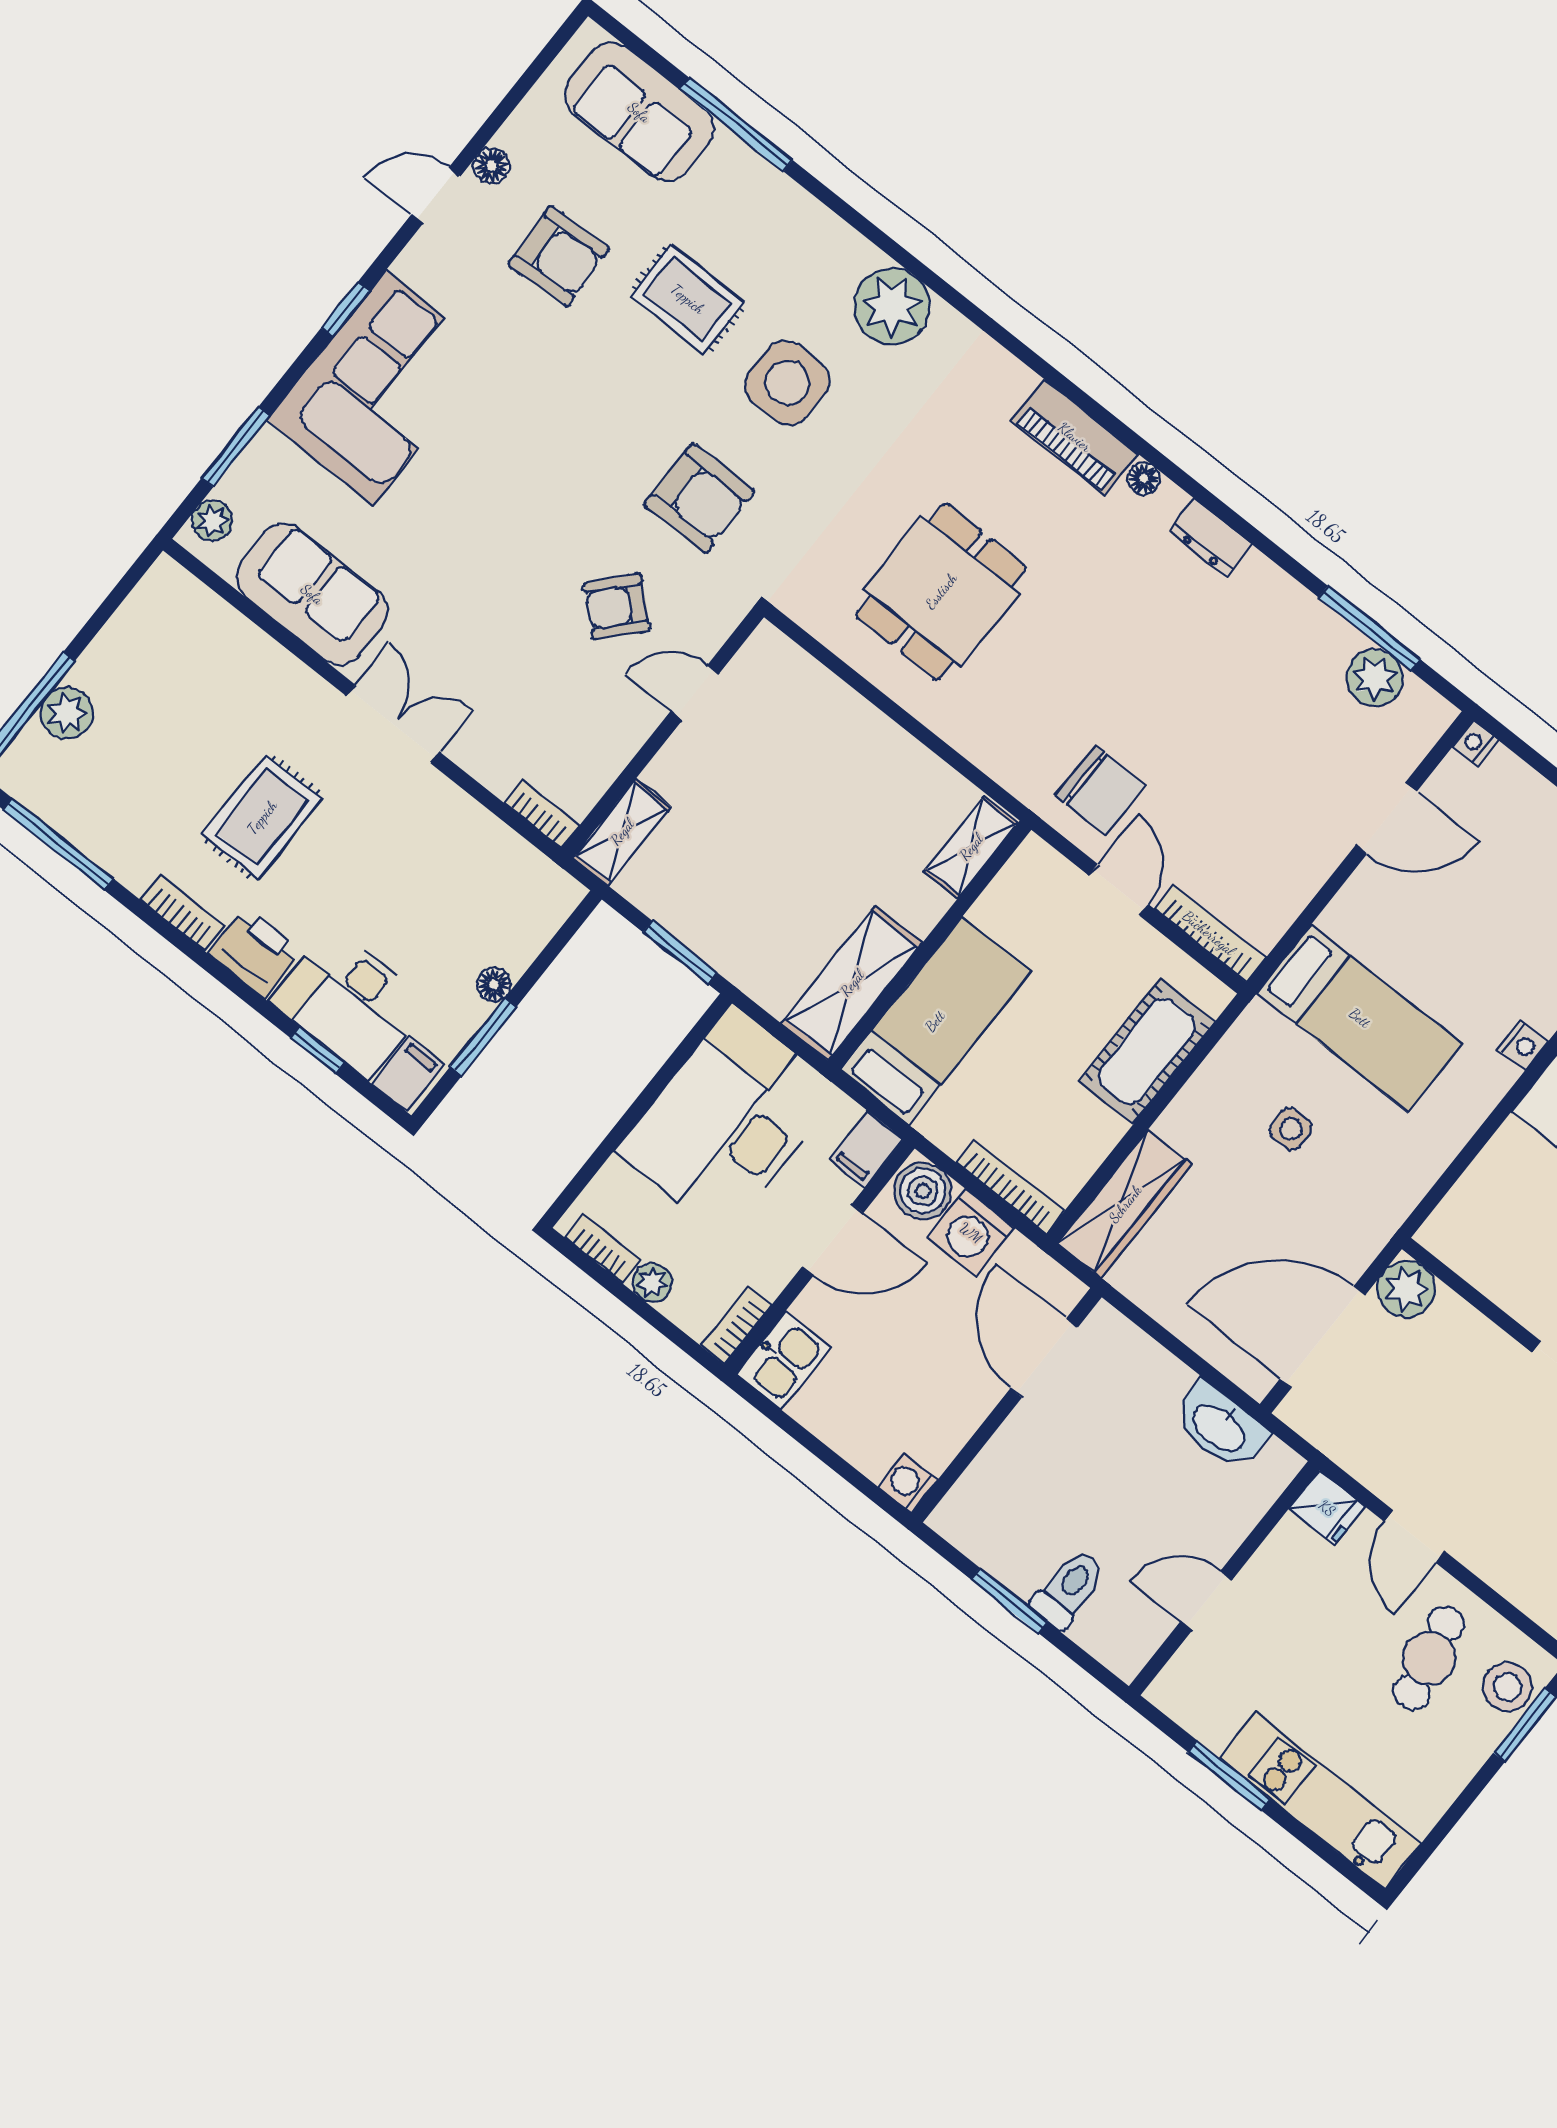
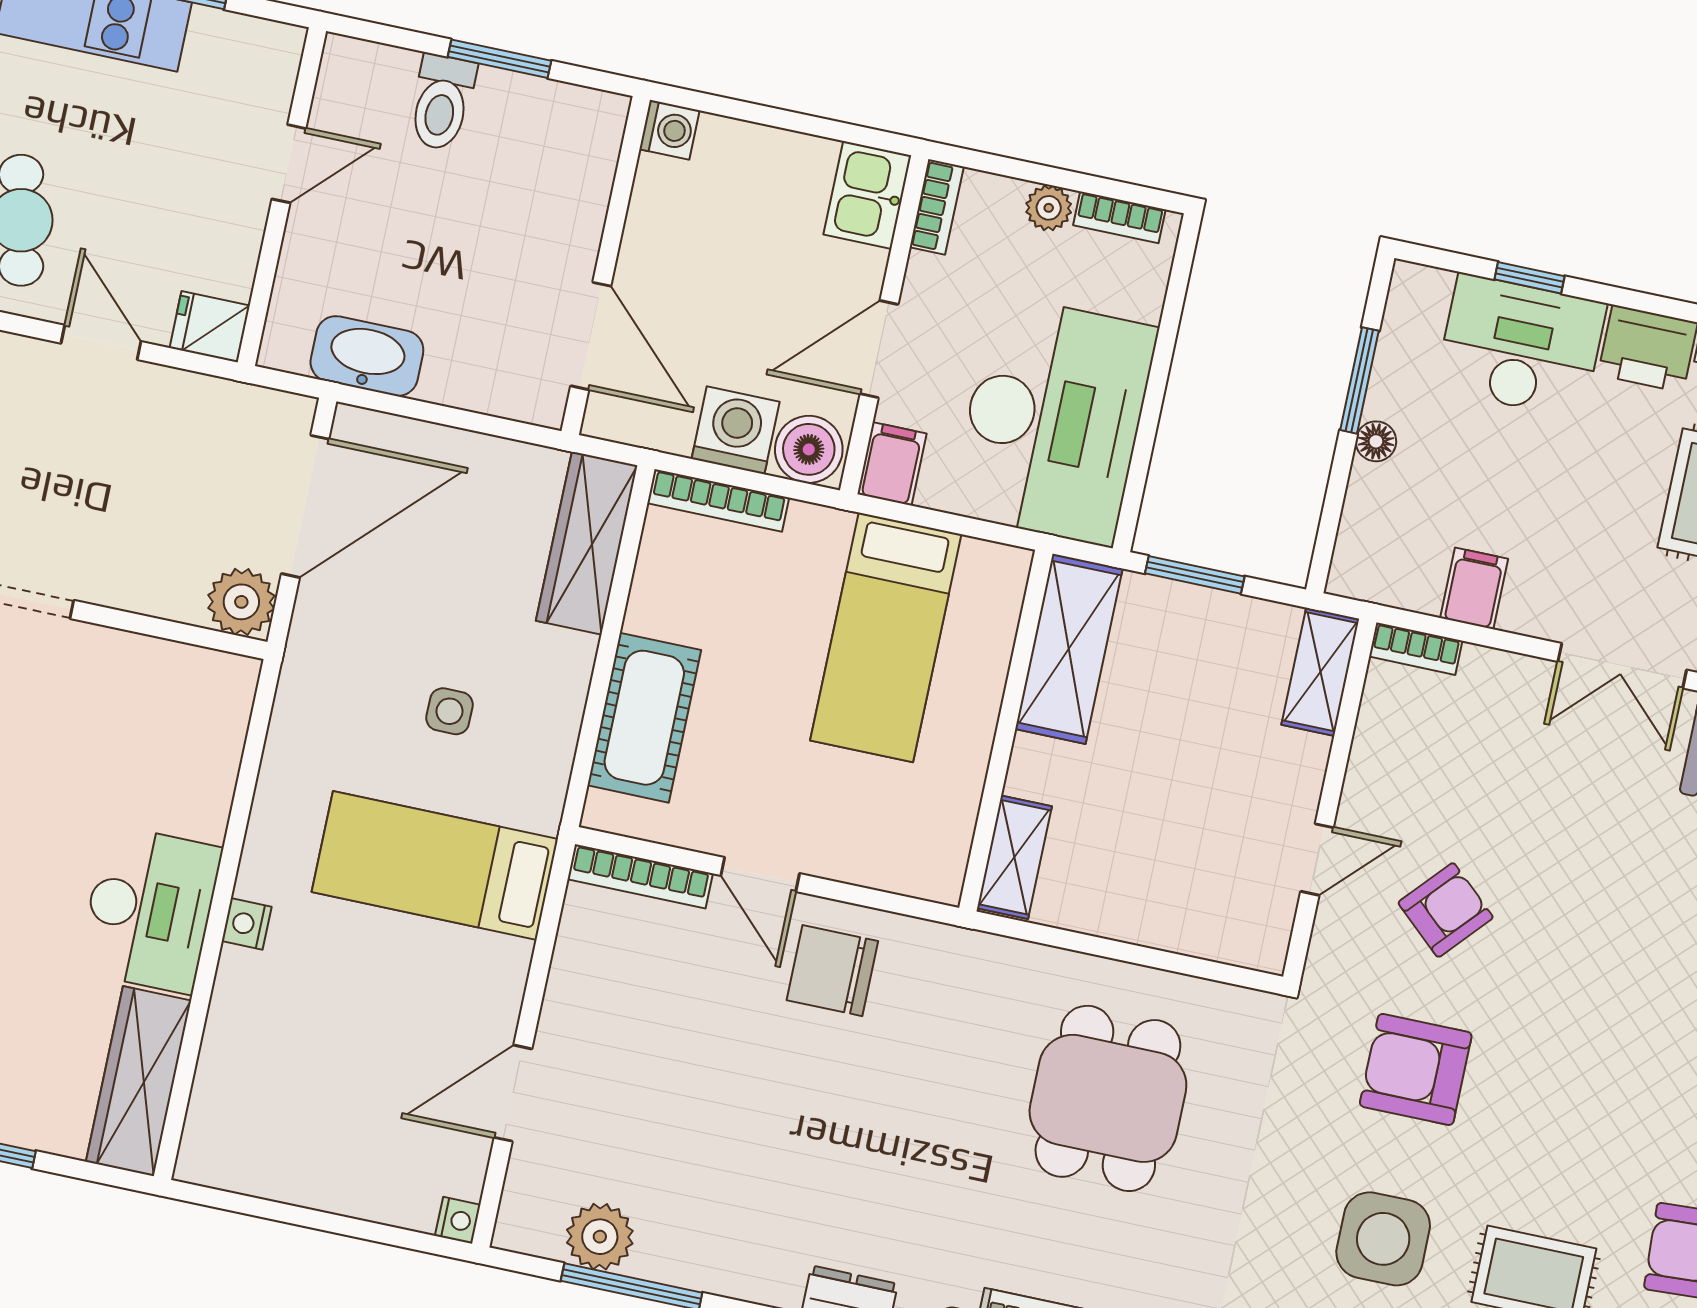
shelving: (971, 847) -> (1014, 857), moved
wall: (930, 945) -> (1006, 731), moved
shelving: (852, 983) -> (1069, 649), moved
filing cabinet: (408, 1074) -> (1474, 588), moved, turned 180

